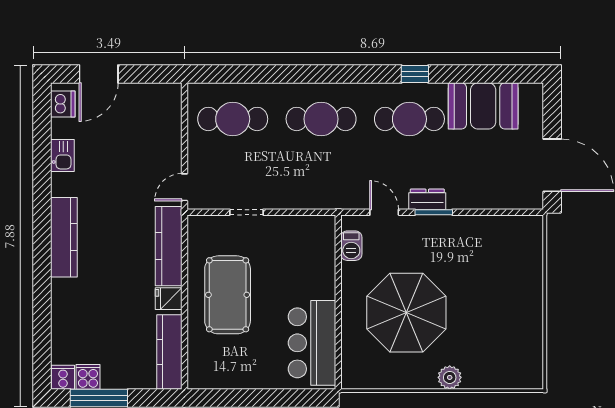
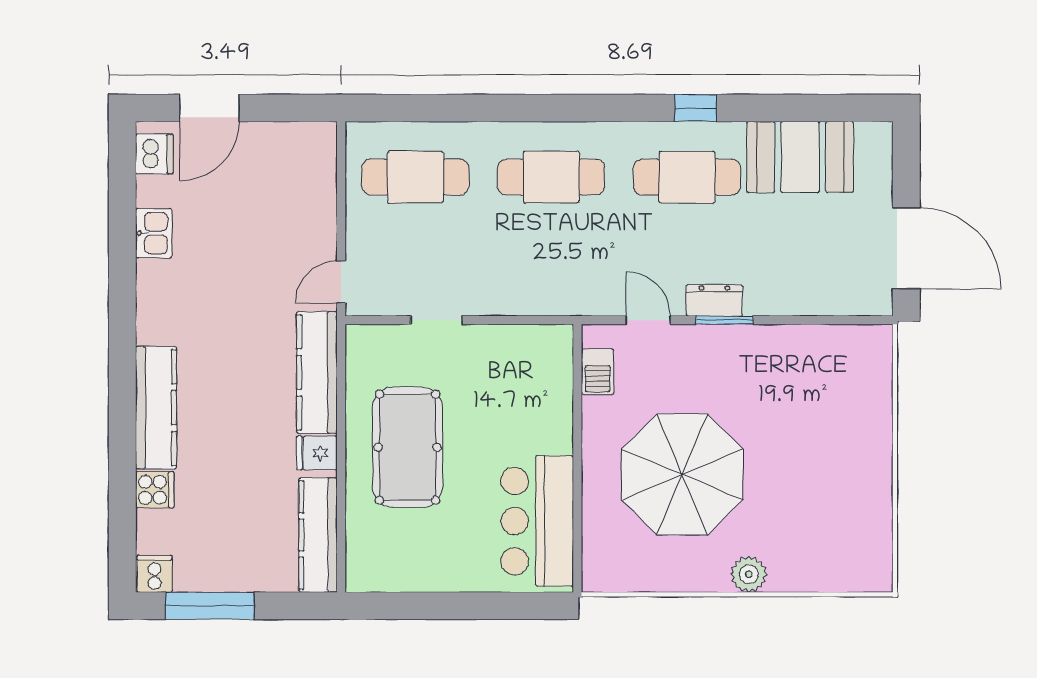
kitchen counter: (64, 237) -> (156, 408), moved
cooker: (88, 377) -> (155, 490), moved, turned 90

